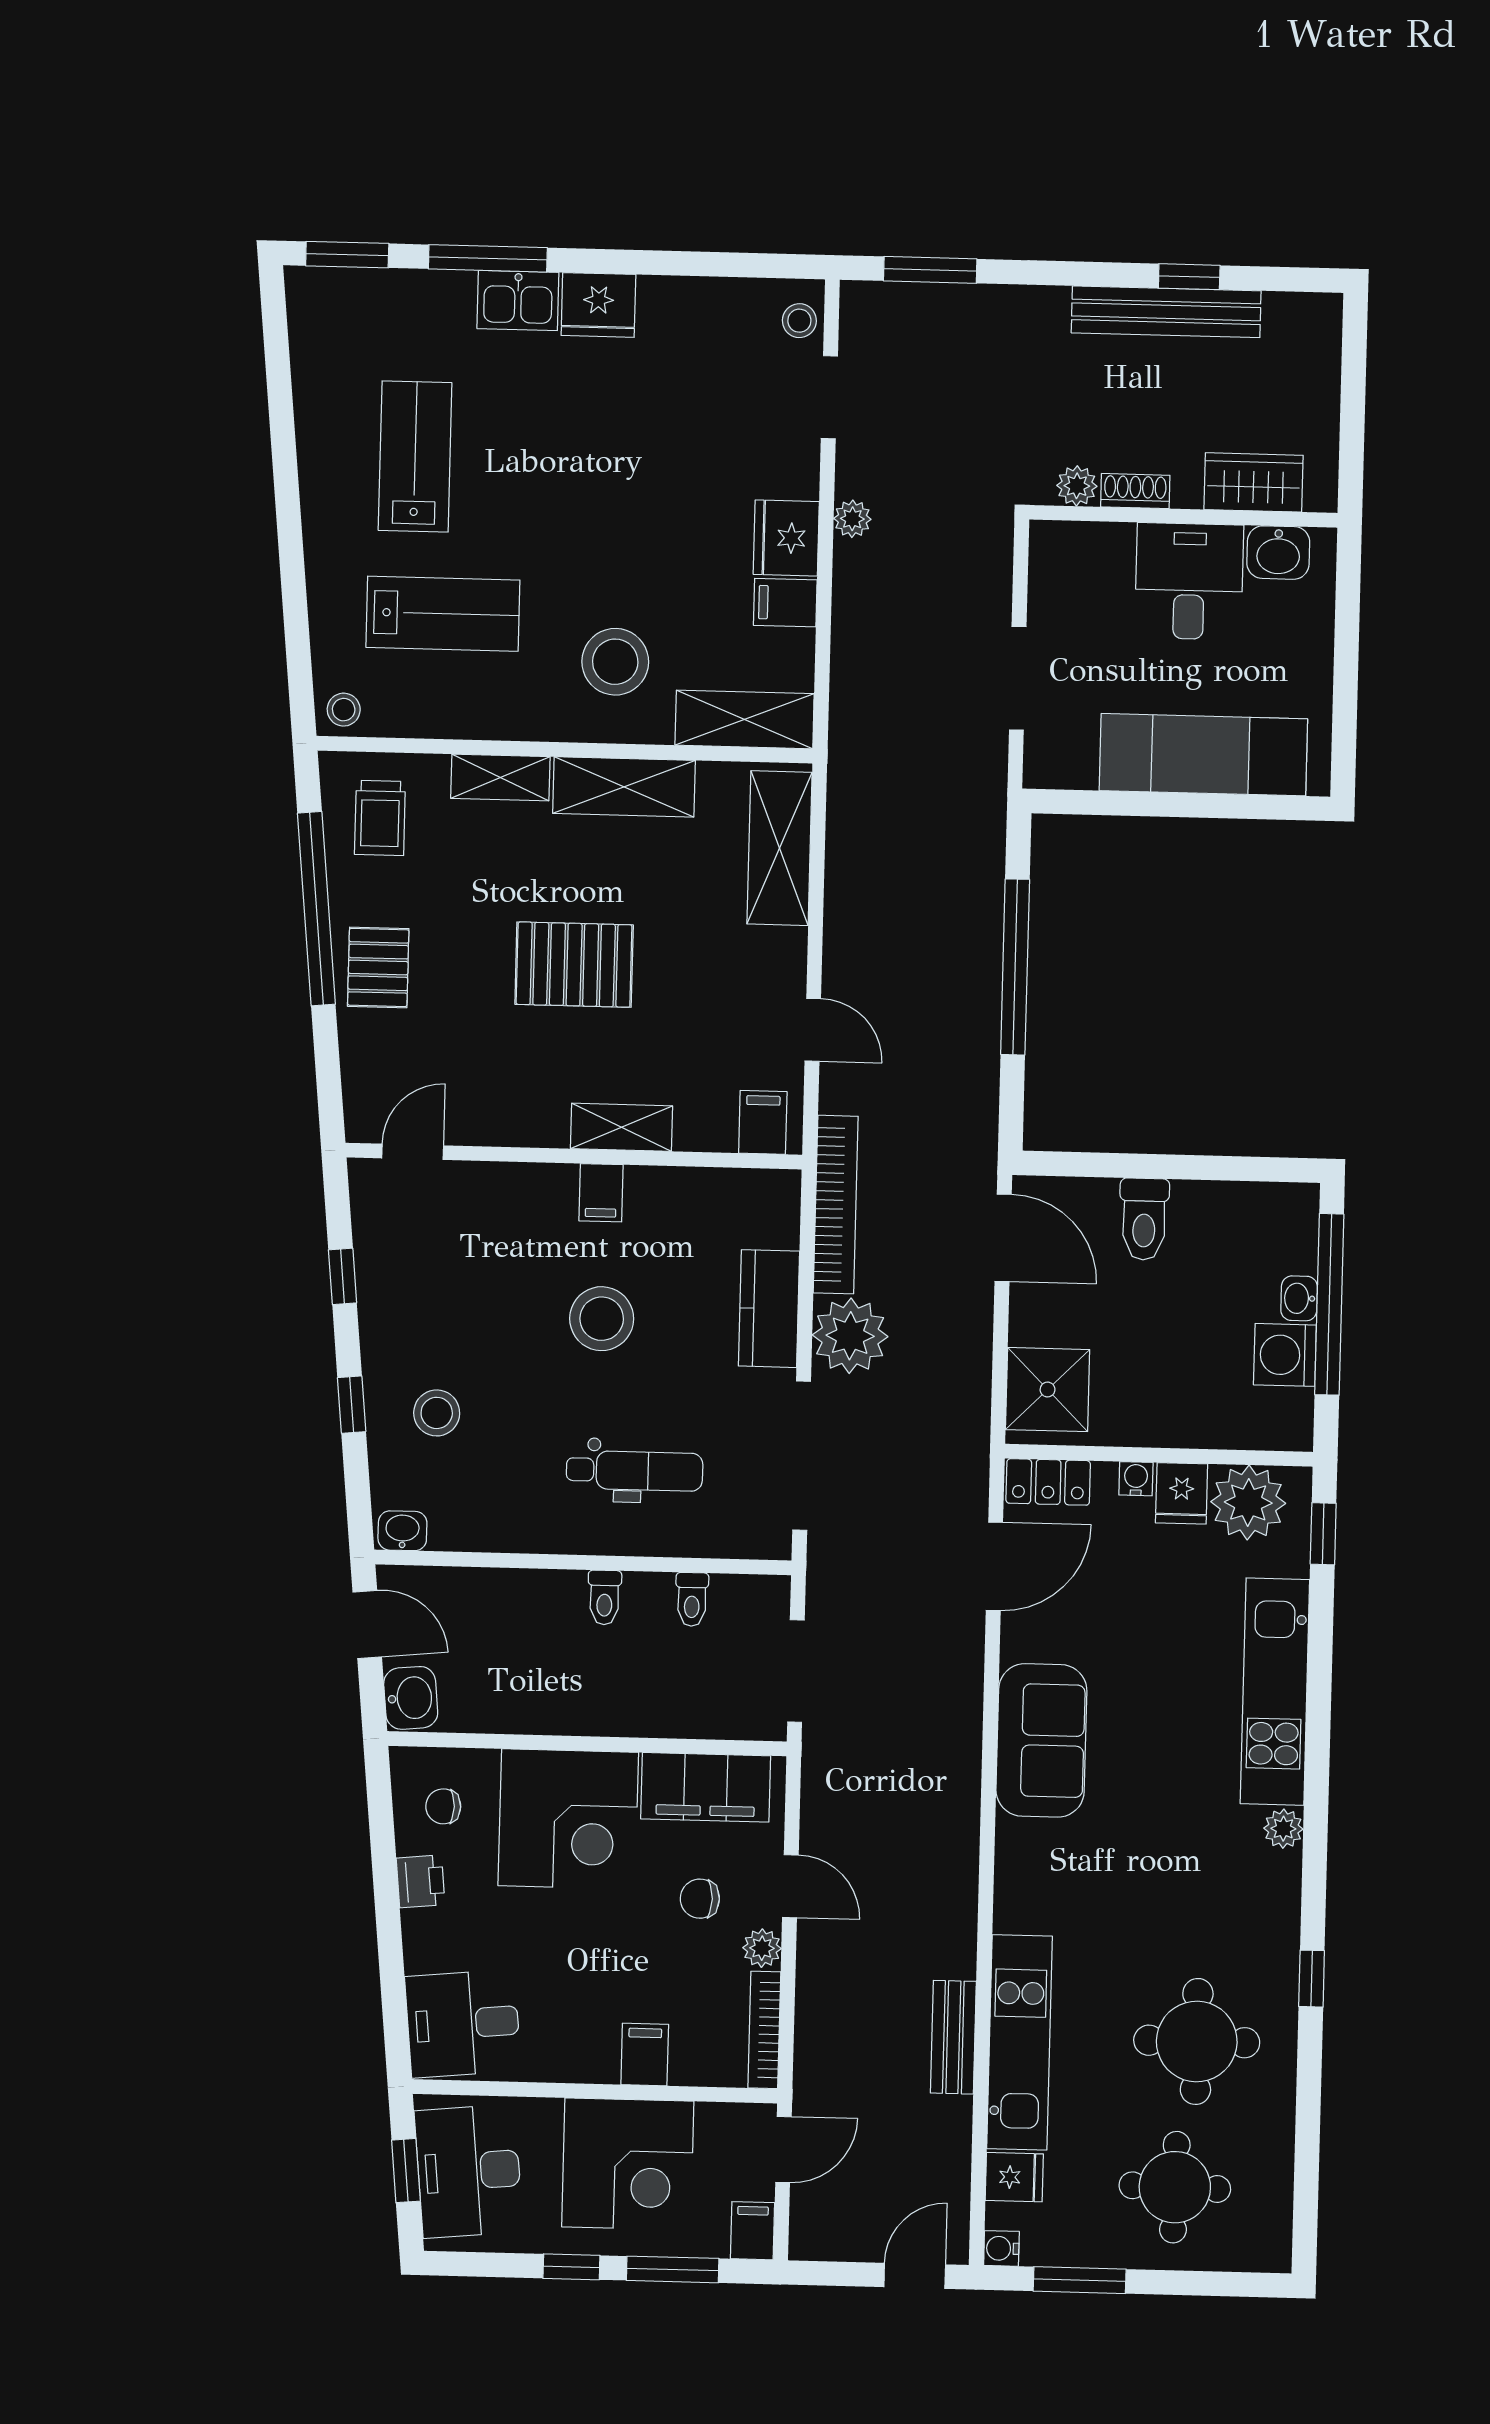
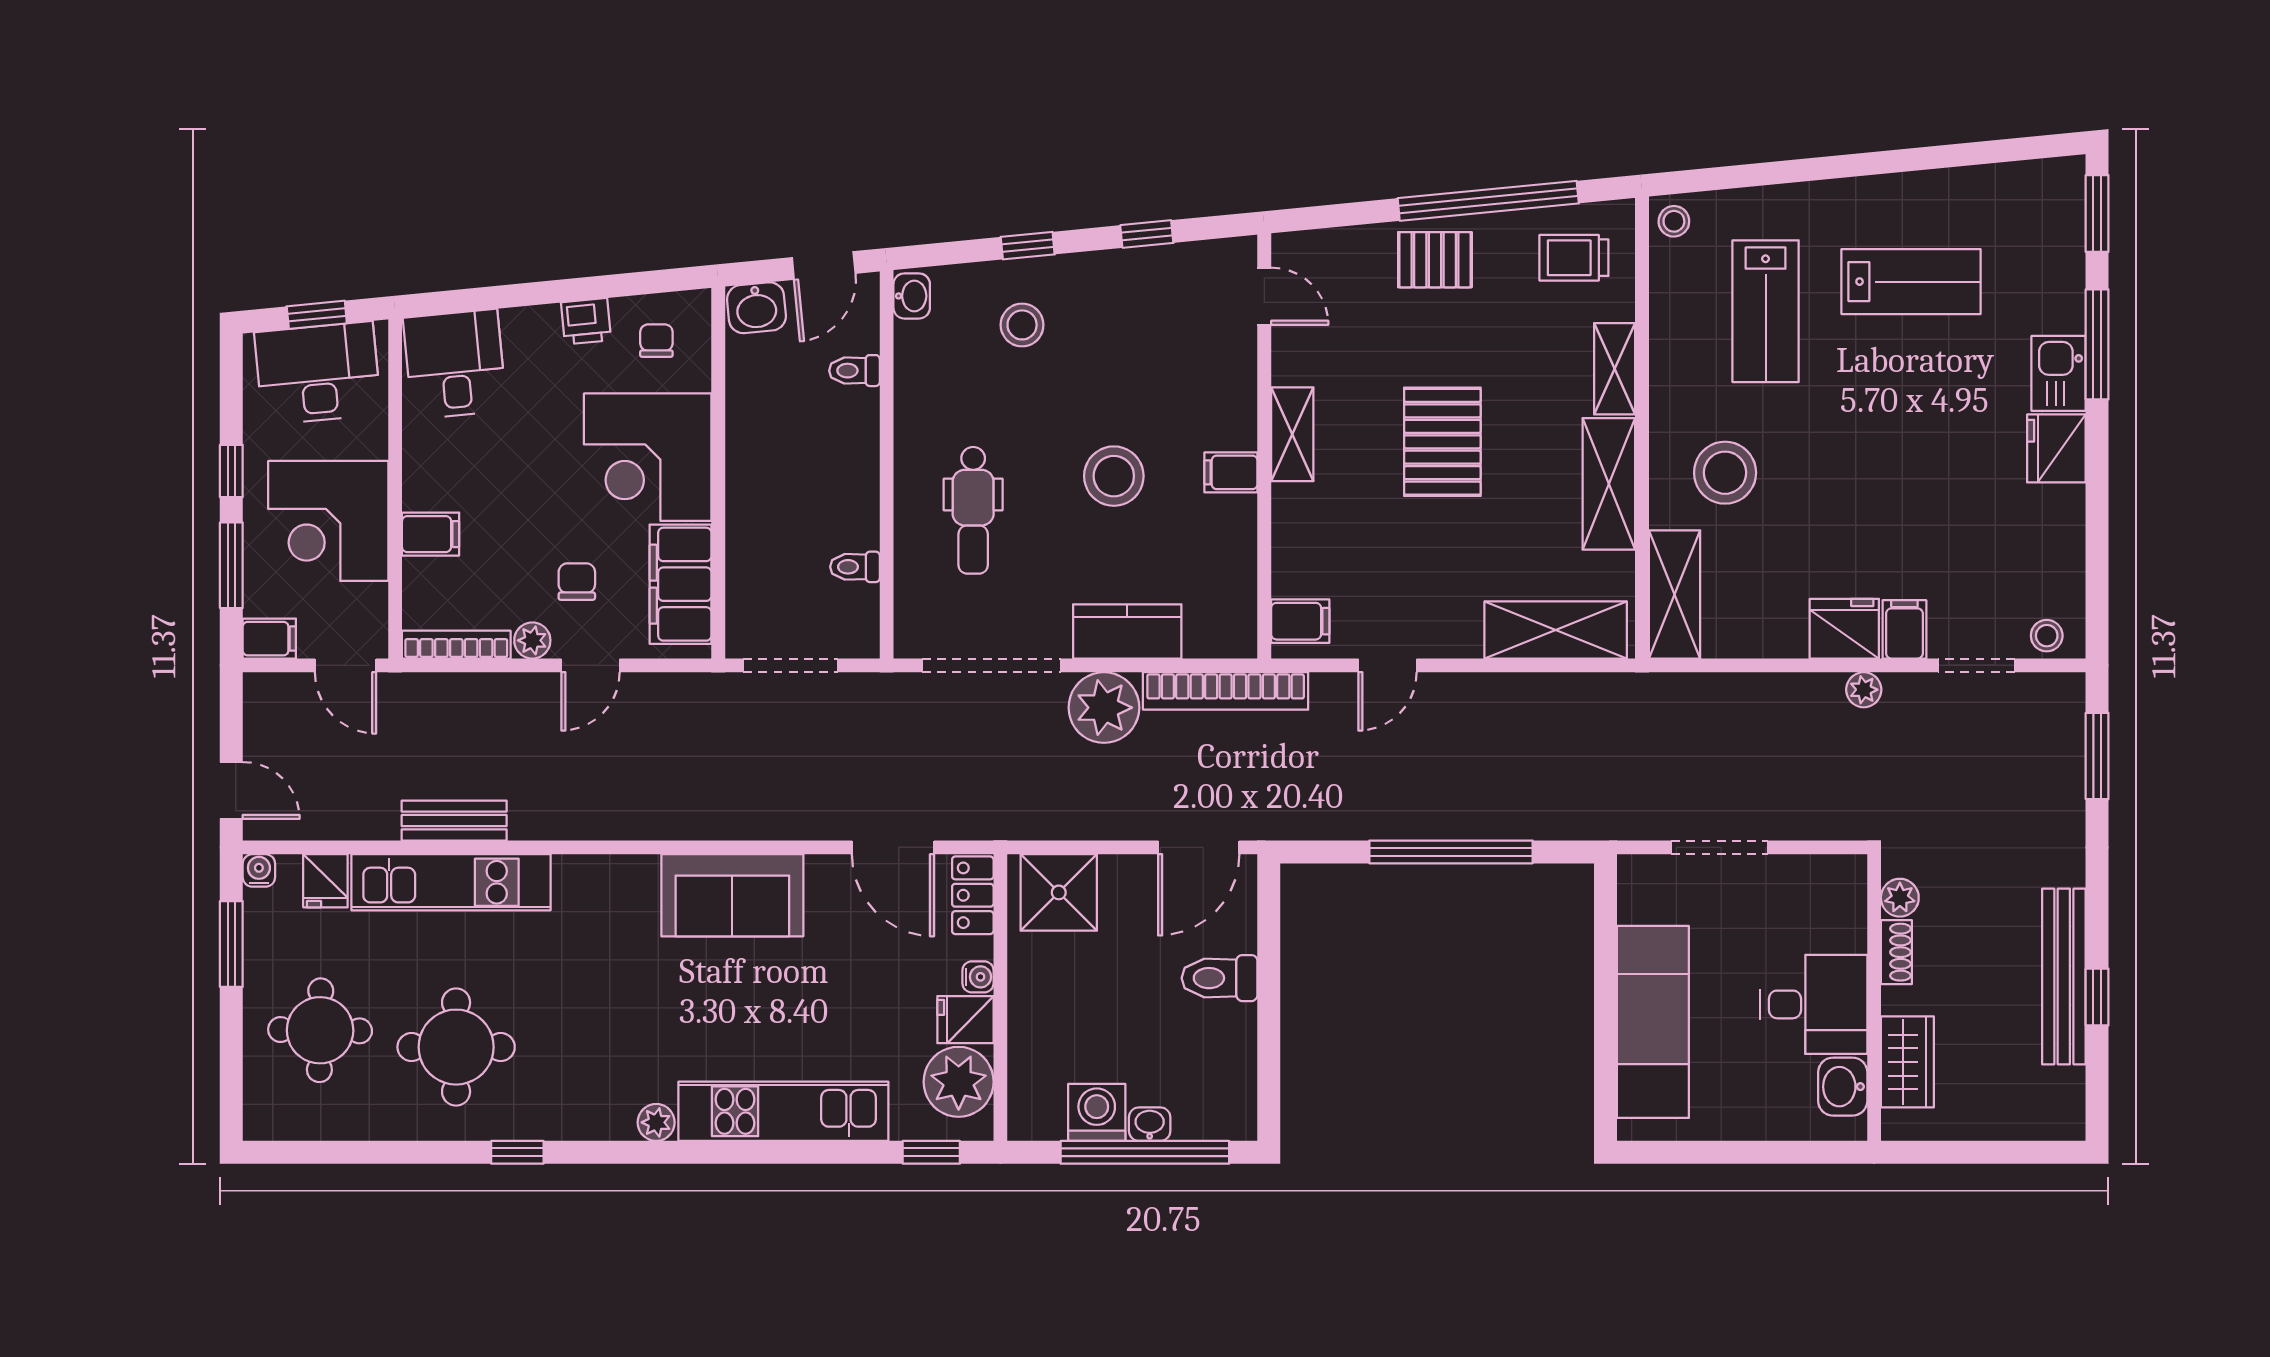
filing cabinet: (785, 603) -> (1904, 629), moved
shelving: (622, 1127) -> (1292, 434), moved
toilet: (605, 1598) -> (855, 371), moved

